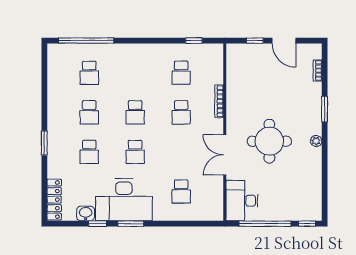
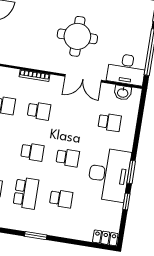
school desk: (89, 112) -> (26, 193), width x1.85
window: (44, 143) -> (36, 236), moved
locker: (54, 200) -> (105, 238), width x0.66
washbasin: (86, 213) -> (123, 93), moved, turned -90

